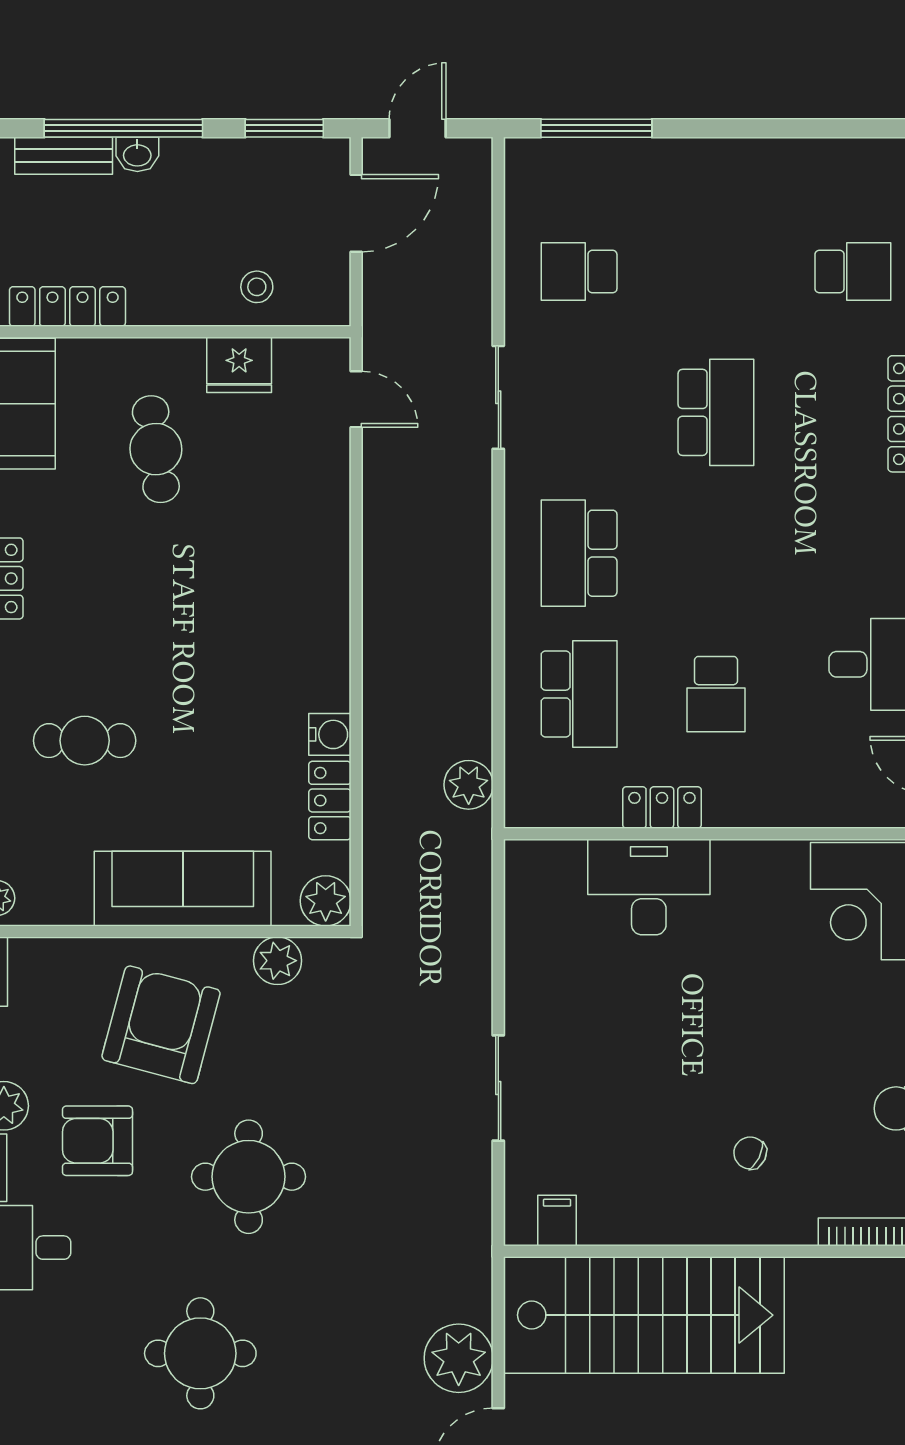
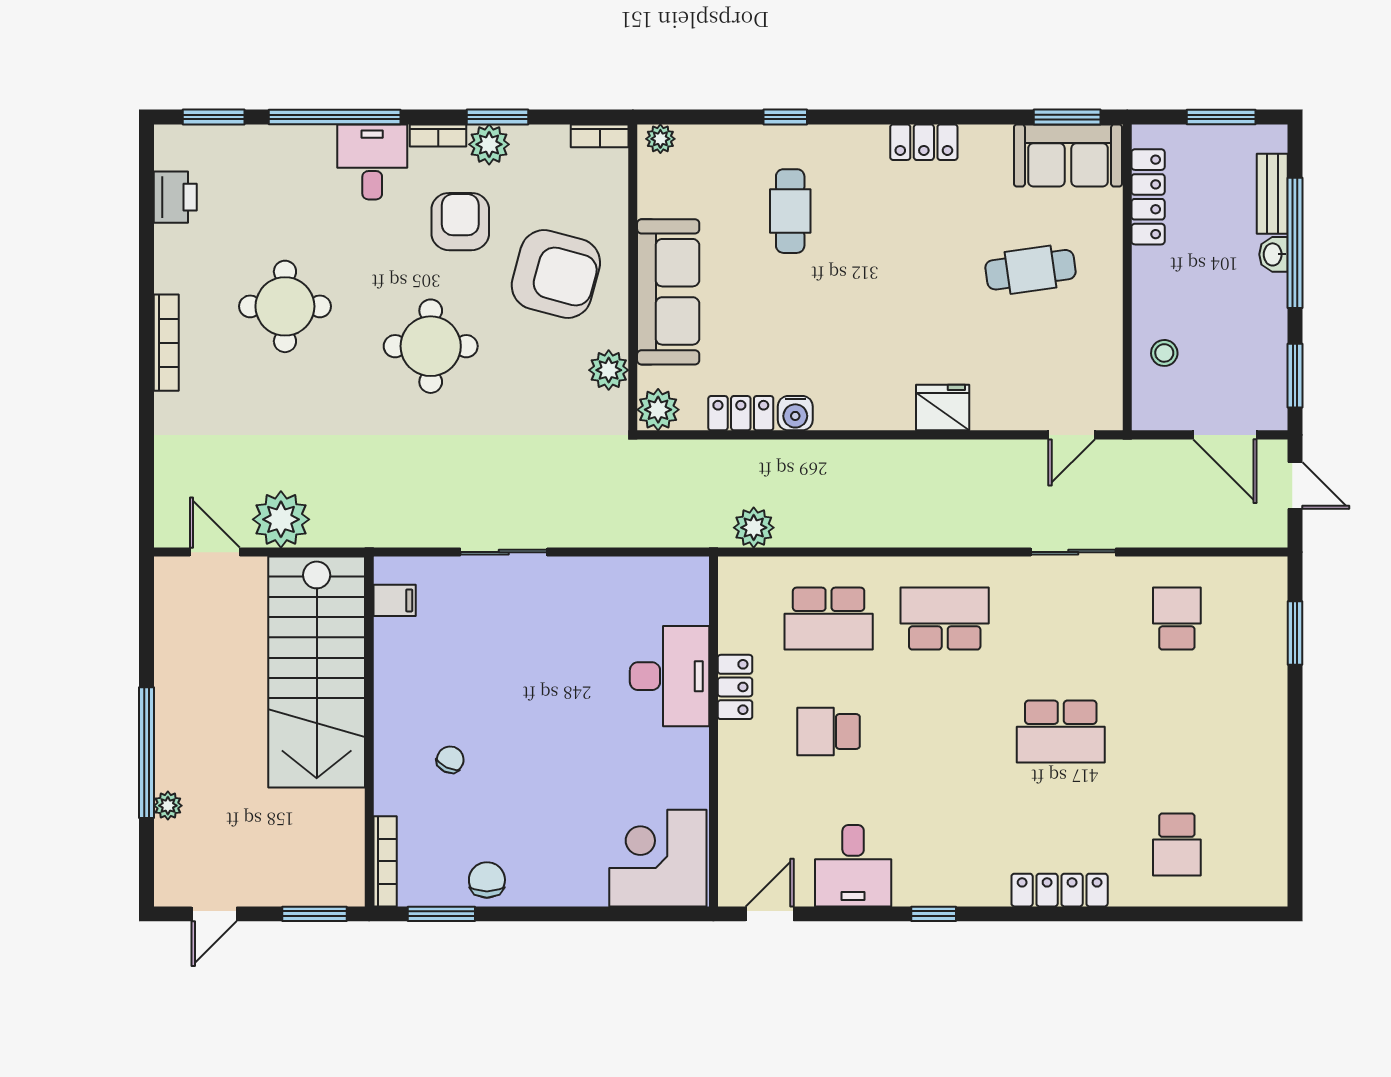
window: (596, 128) -> (1295, 633), width x0.69
fridge: (239, 365) -> (943, 408), moved, turned 90

